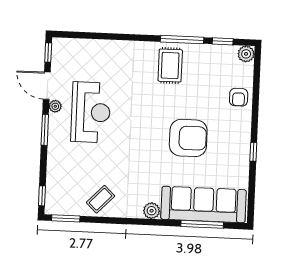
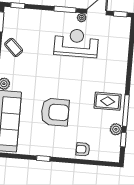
plant: (246, 54) -> (116, 129), moved
reception desk: (91, 112) -> (76, 43), turned 180
armchair: (188, 138) -> (55, 112), turned -90

